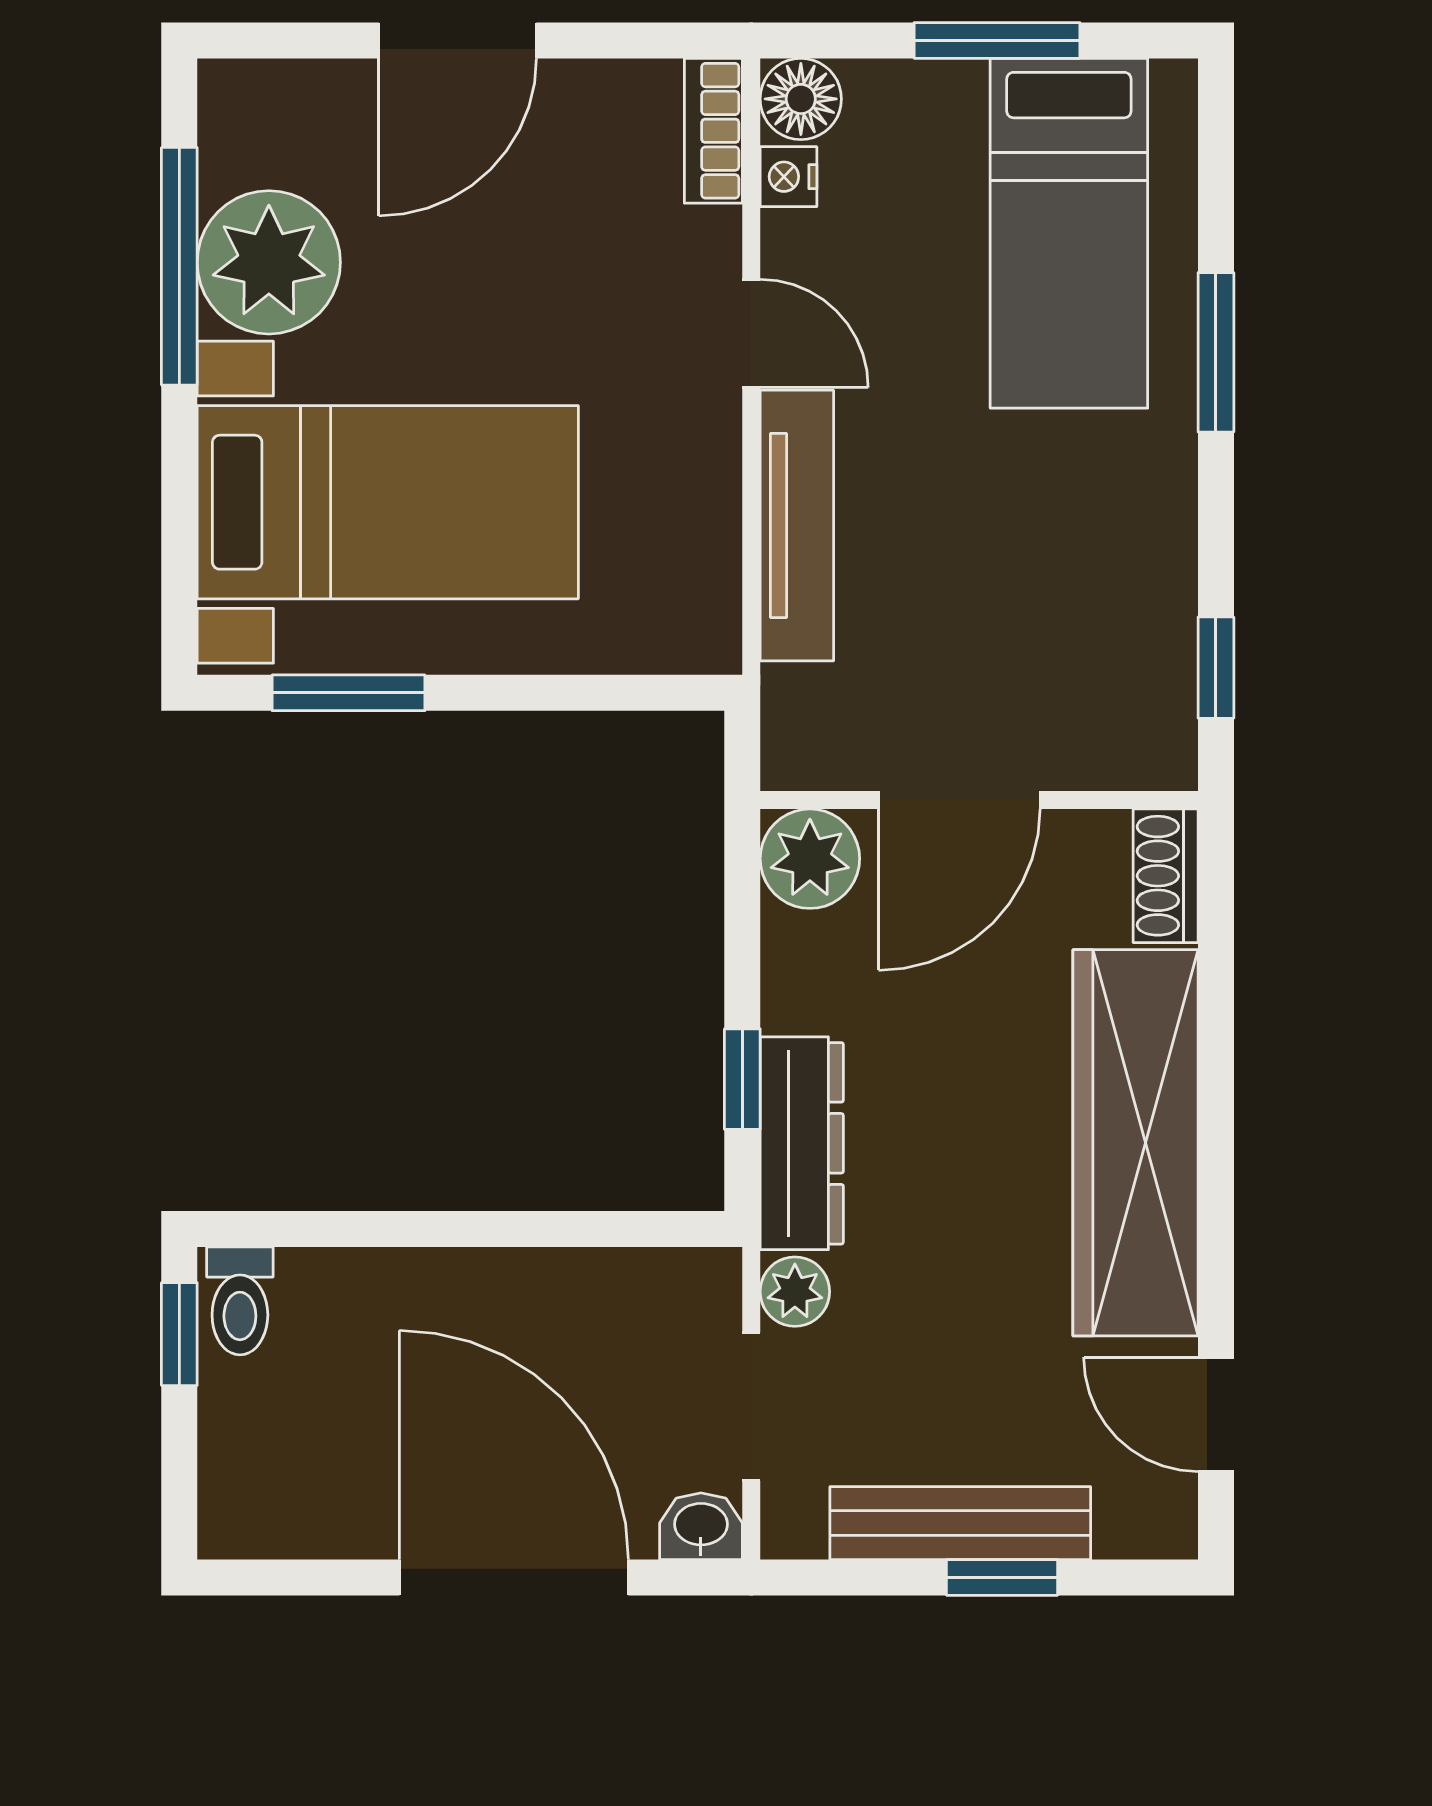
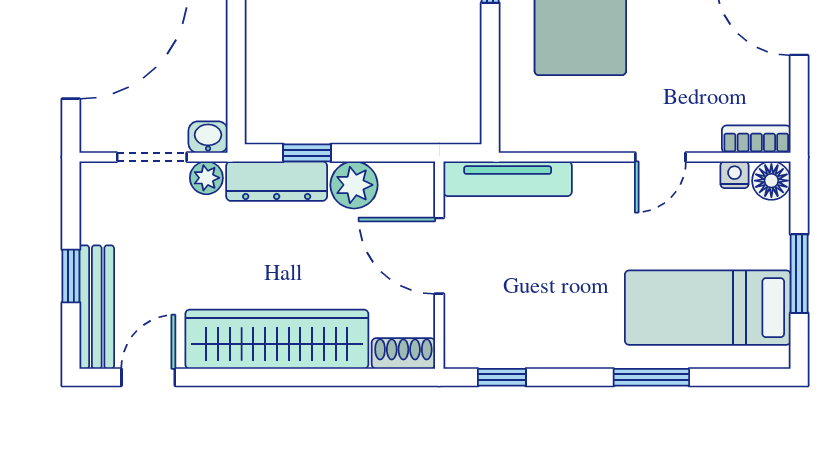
tv unit: (797, 526) -> (508, 179), moved
plant: (810, 859) -> (354, 185), moved
bench: (960, 1523) -> (97, 307), moved
washbasin: (701, 1526) -> (208, 137), moved, turned -90

